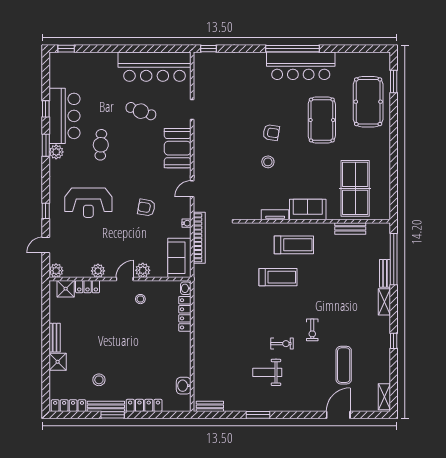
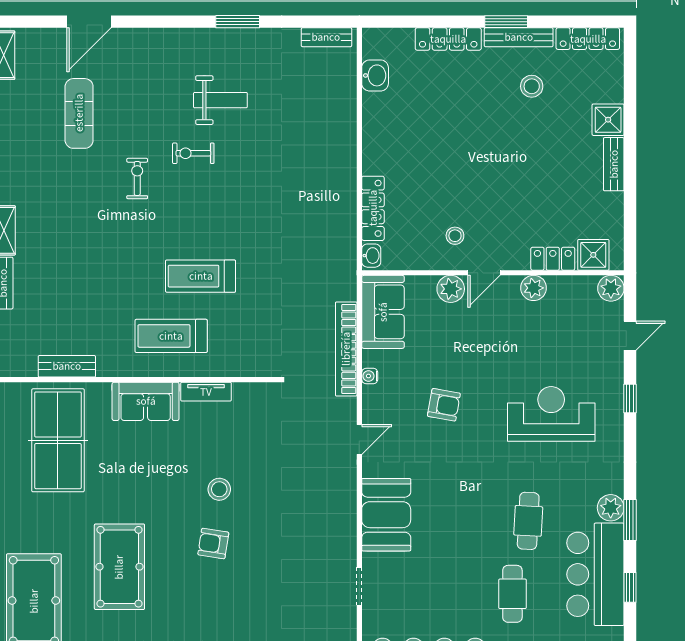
cafe table: (141, 111) -> (512, 594), moved, turned 70

